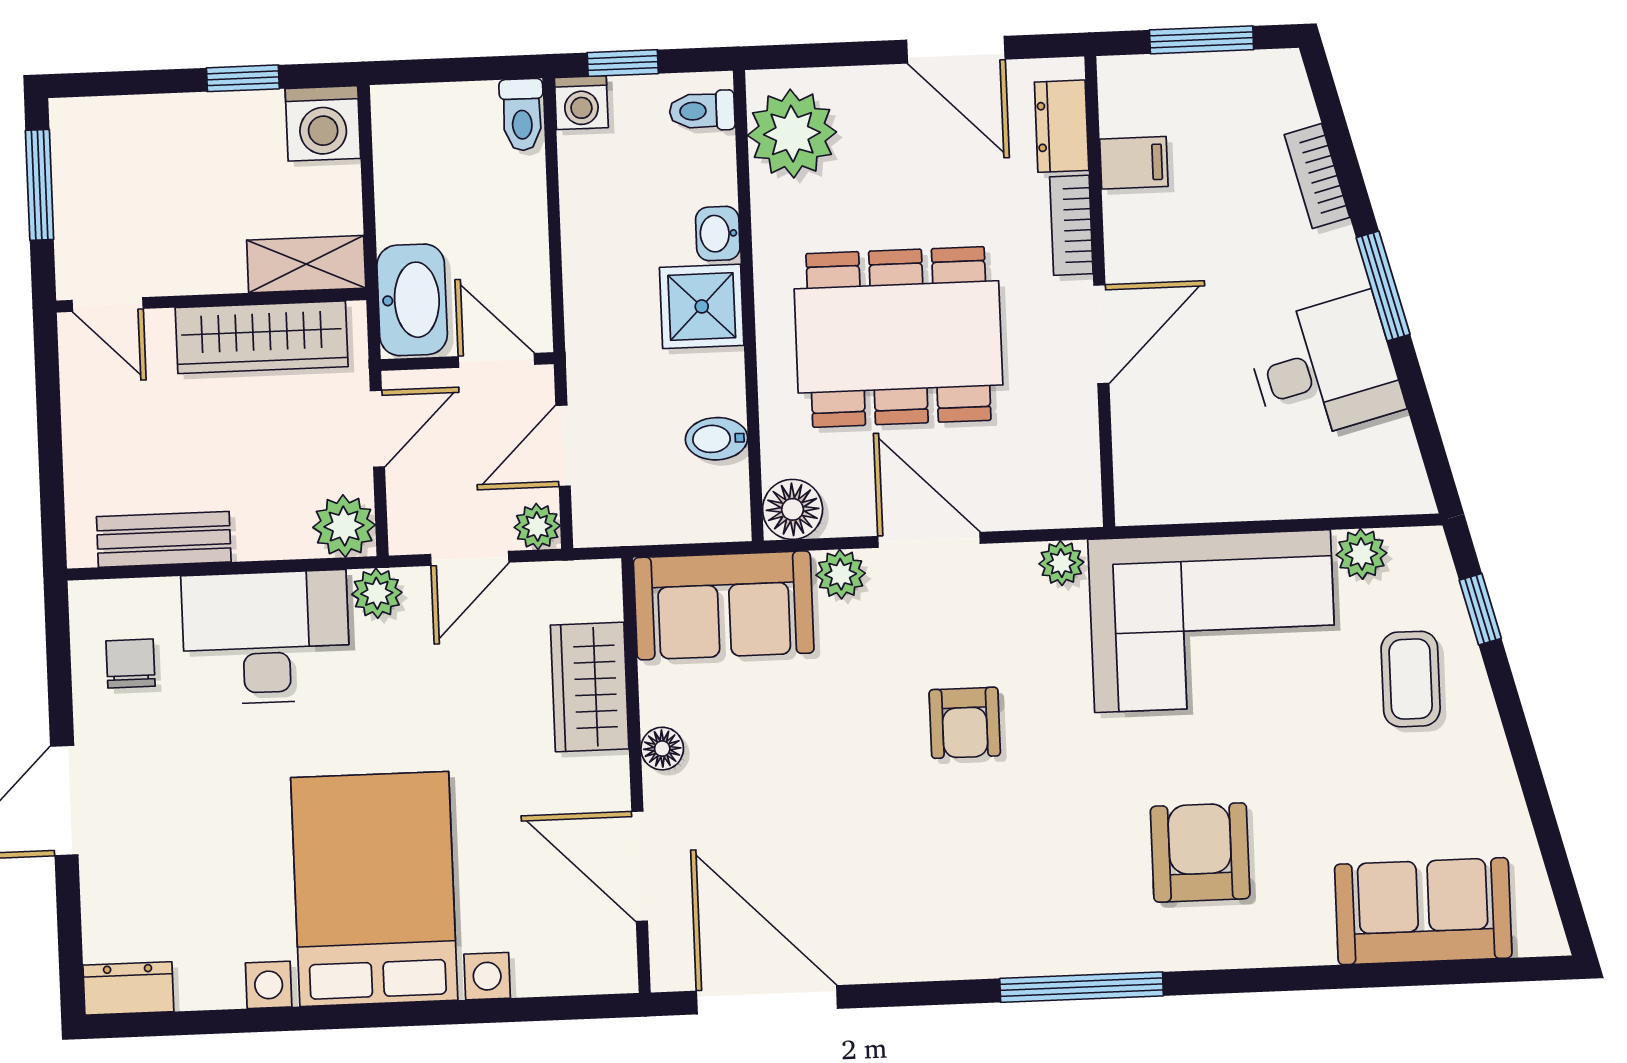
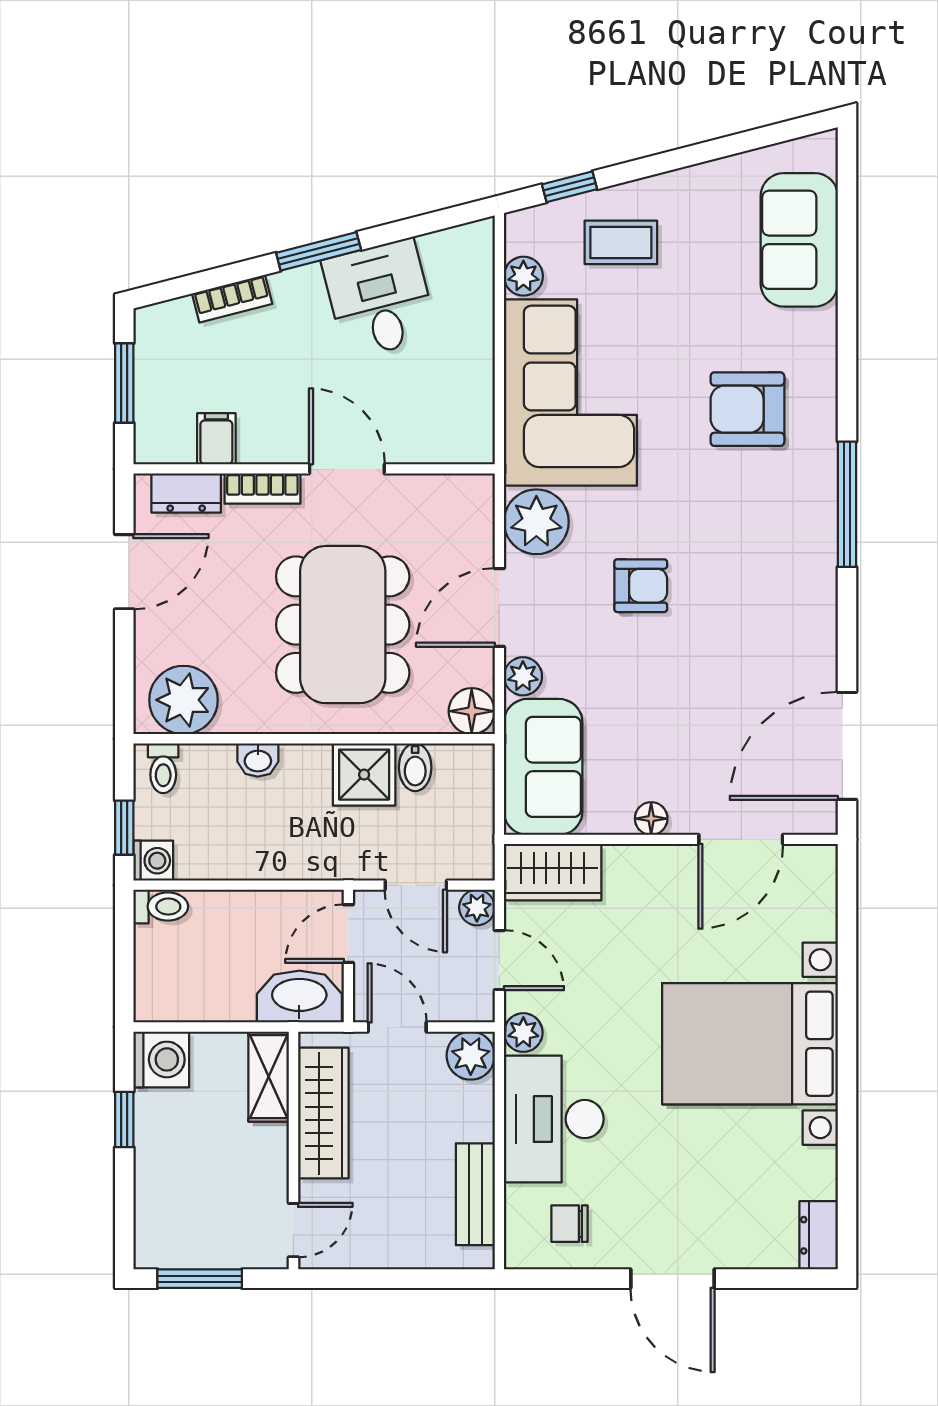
shower: (702, 306) -> (364, 775), moved
plant: (1061, 563) -> (536, 522), width x1.88, depth x1.88
wardrobe: (590, 687) -> (553, 872), moved

